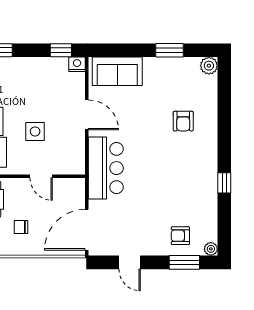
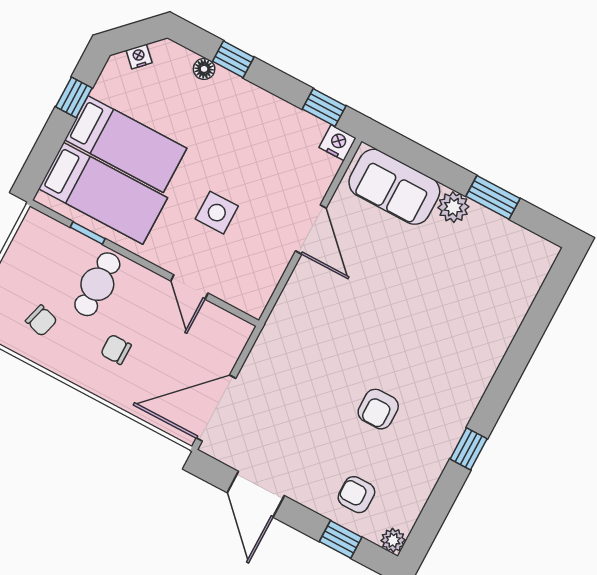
plant: (209, 66) -> (453, 207), moved
armchair: (183, 121) -> (378, 409), moved
bar counter: (106, 168) -> (297, 328), removed
door: (130, 262) -> (256, 494), width x1.38
window: (184, 262) -> (341, 539), width x0.67

